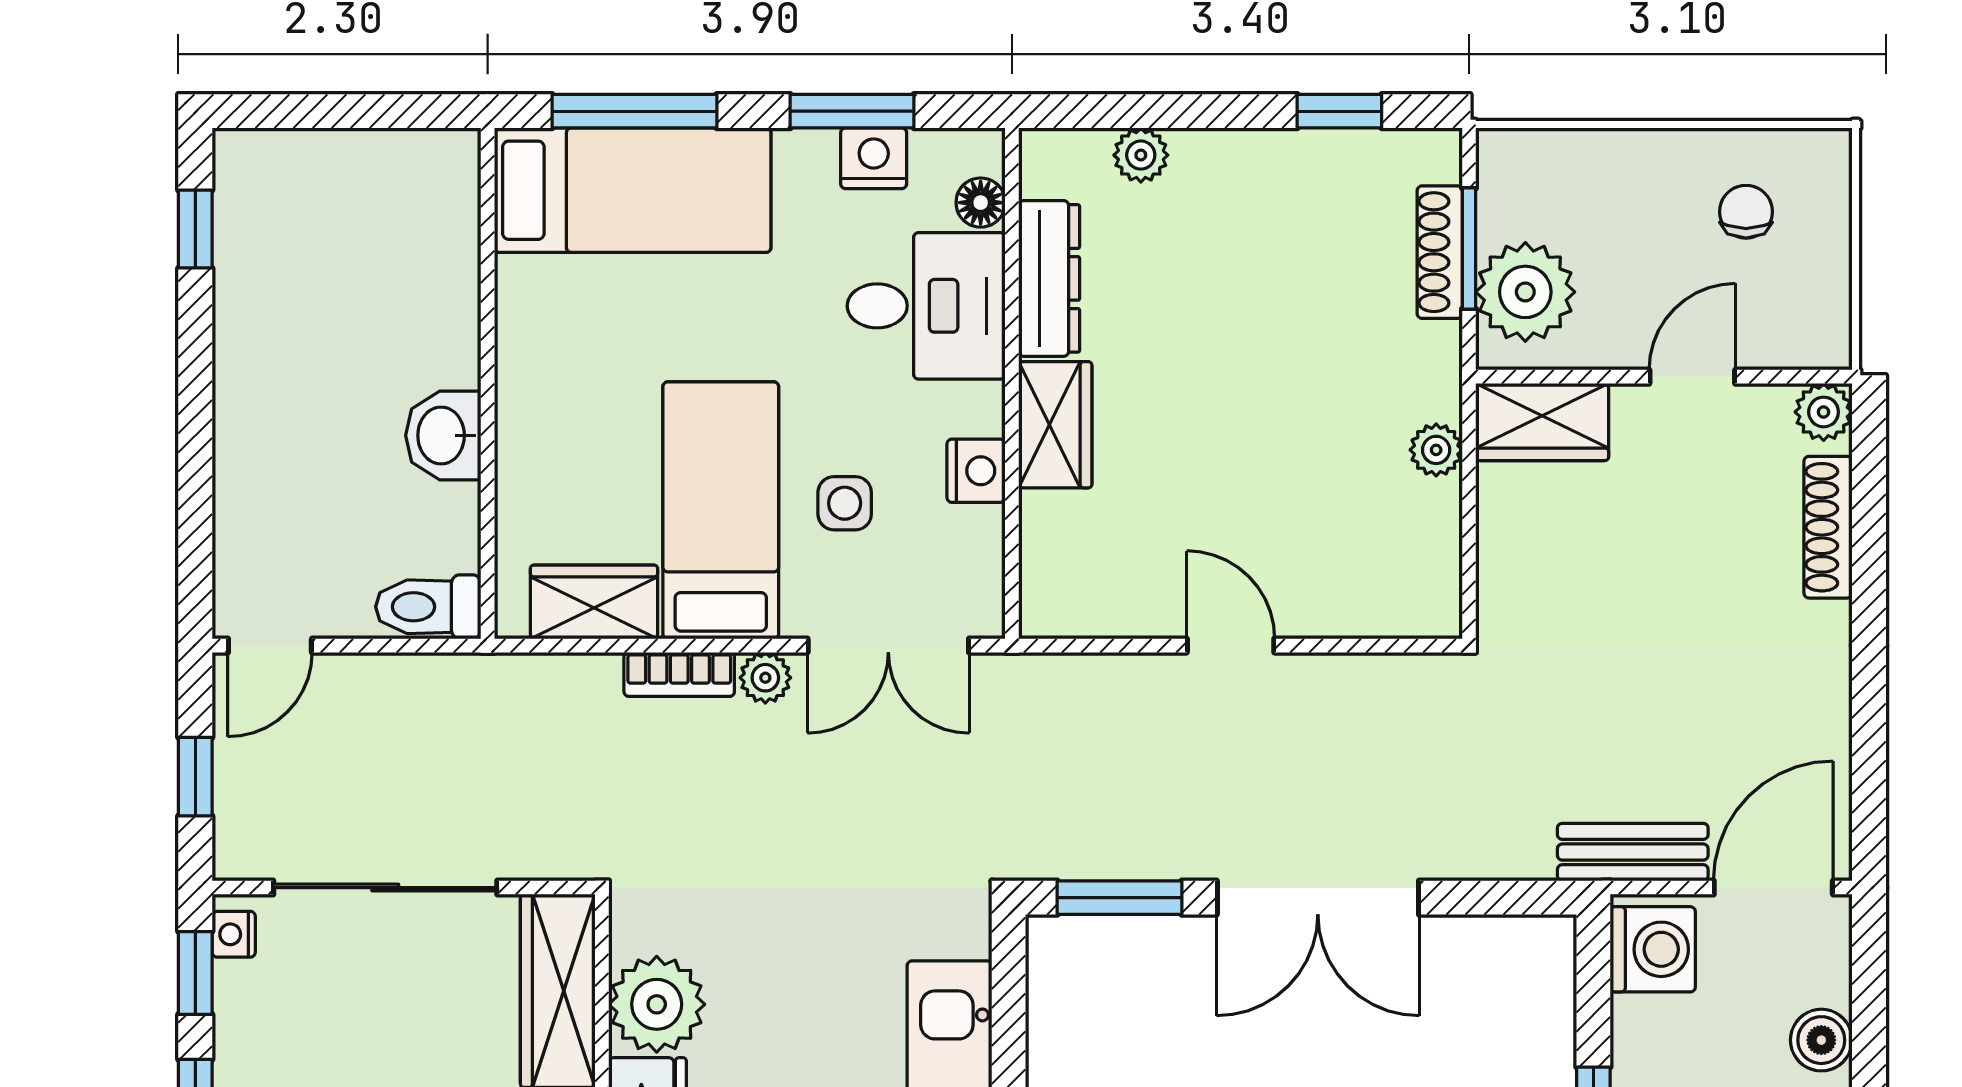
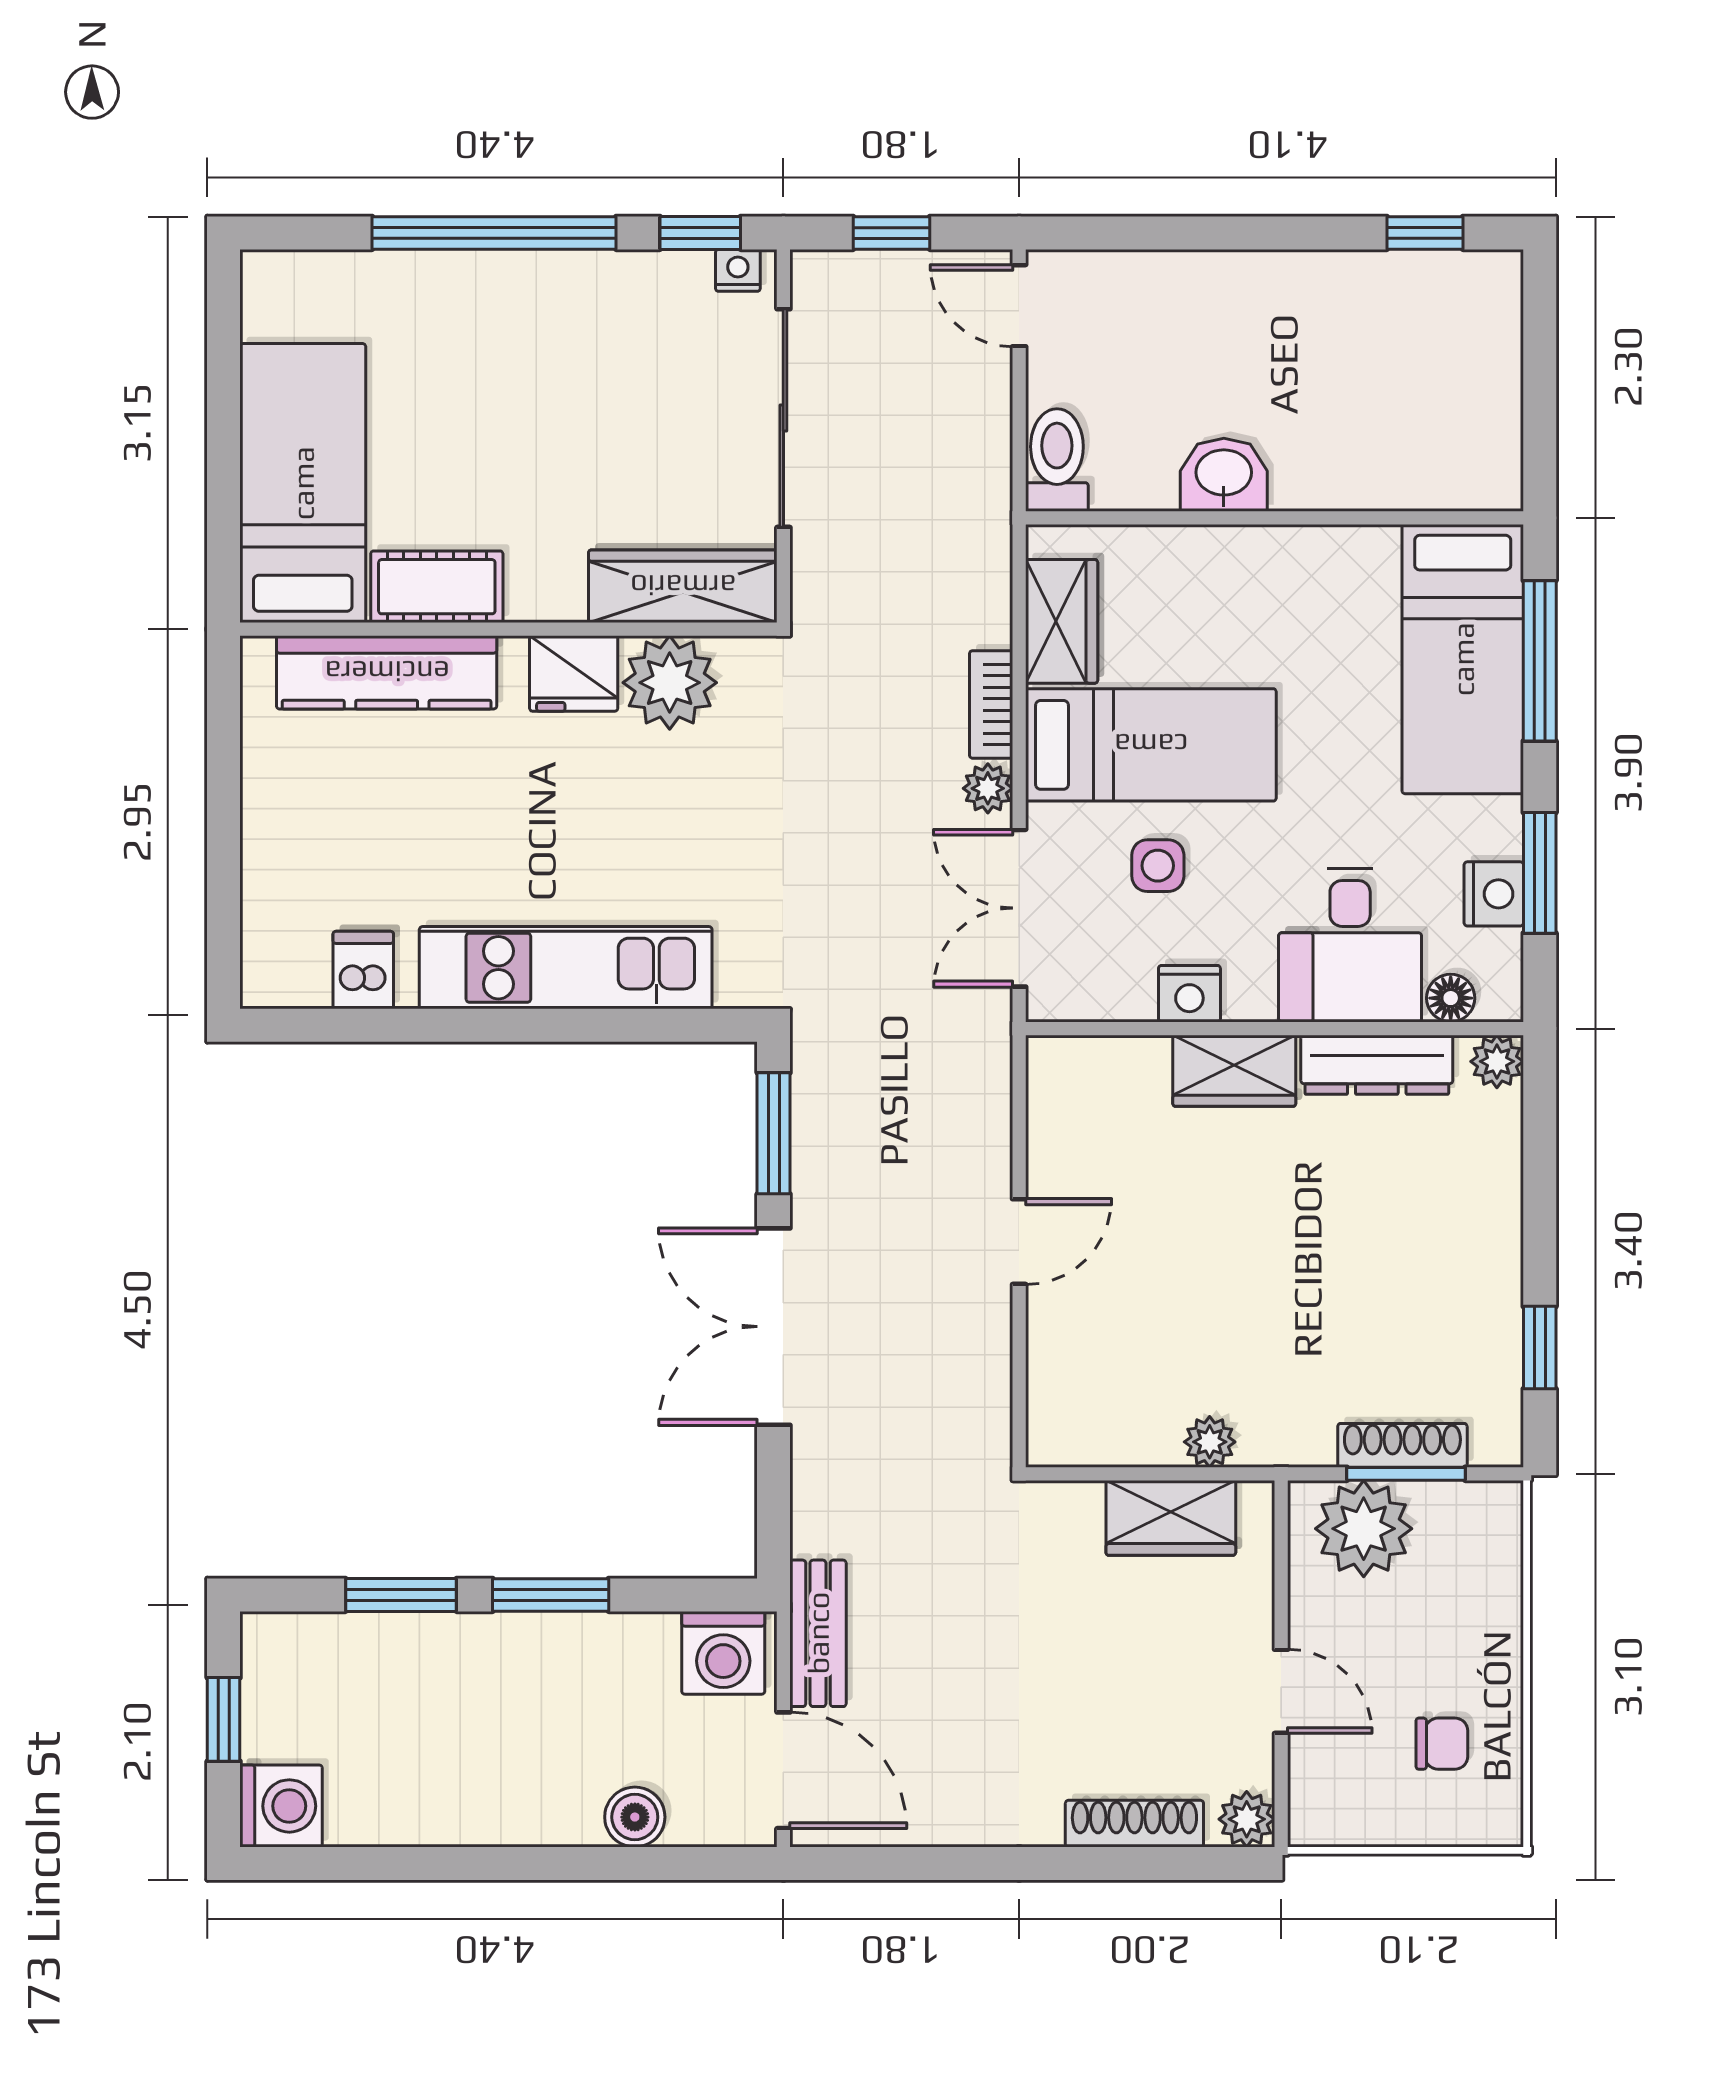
plant: (1141, 155) -> (1497, 1061), moved
wardrobe: (1542, 422) -> (1171, 1518), moved, turned -90

